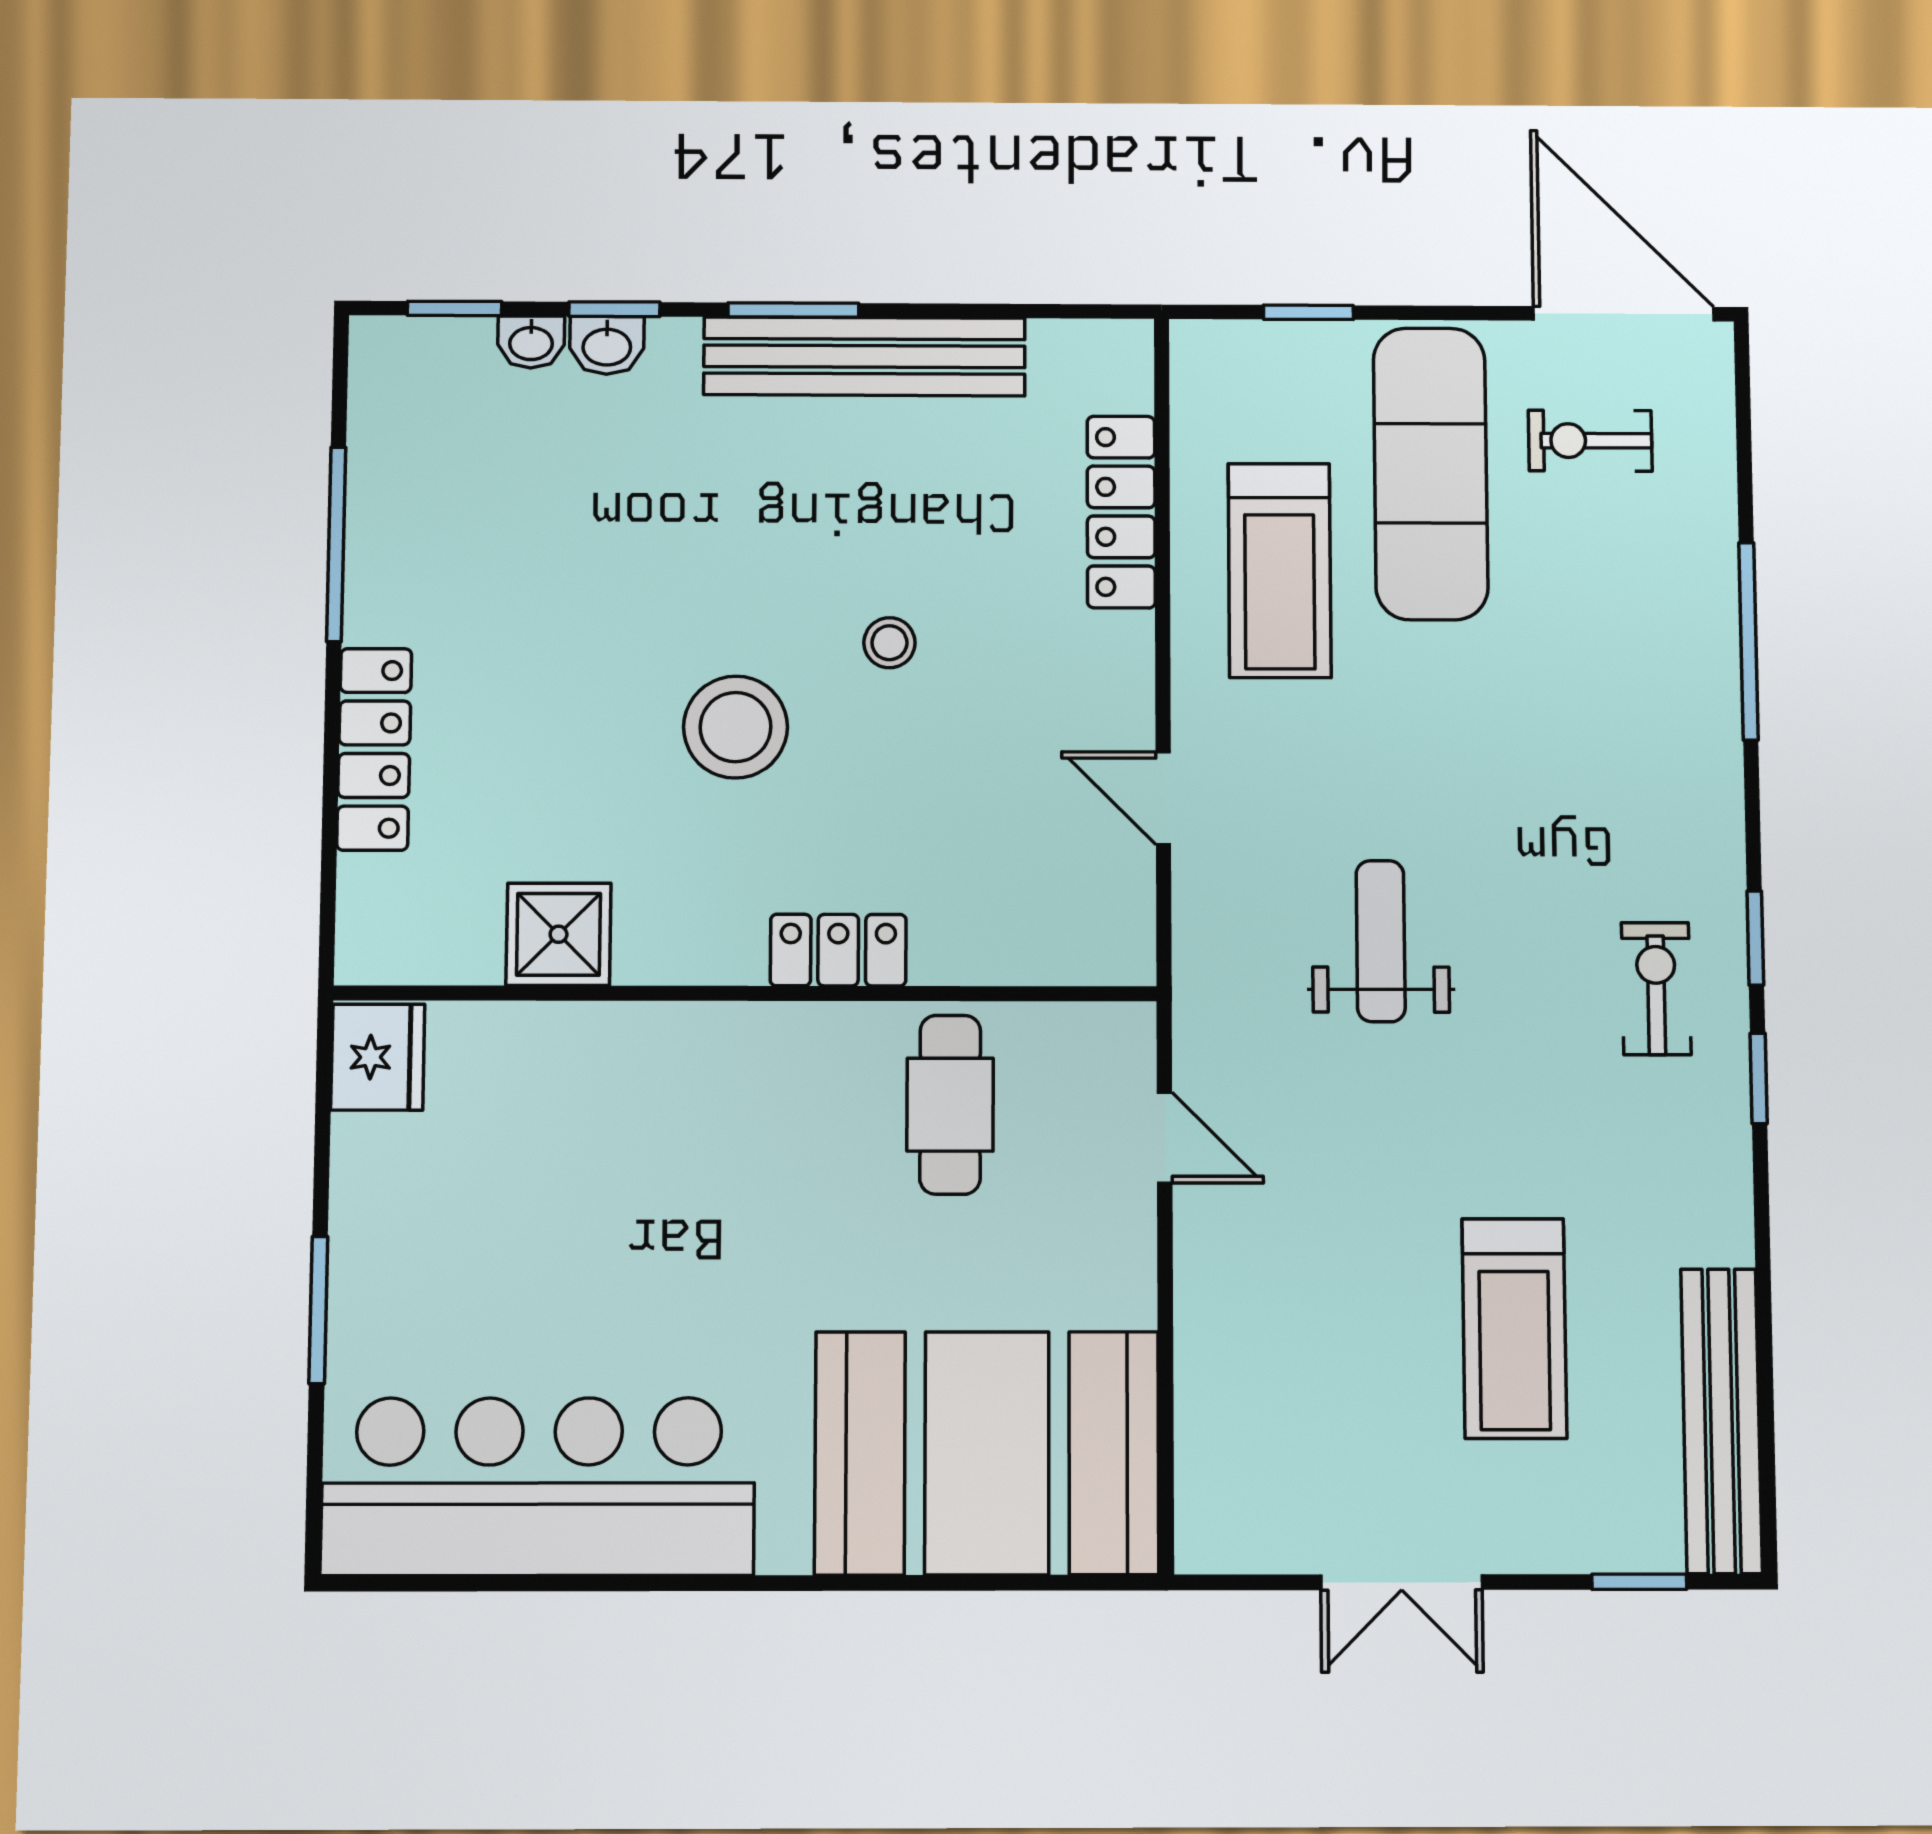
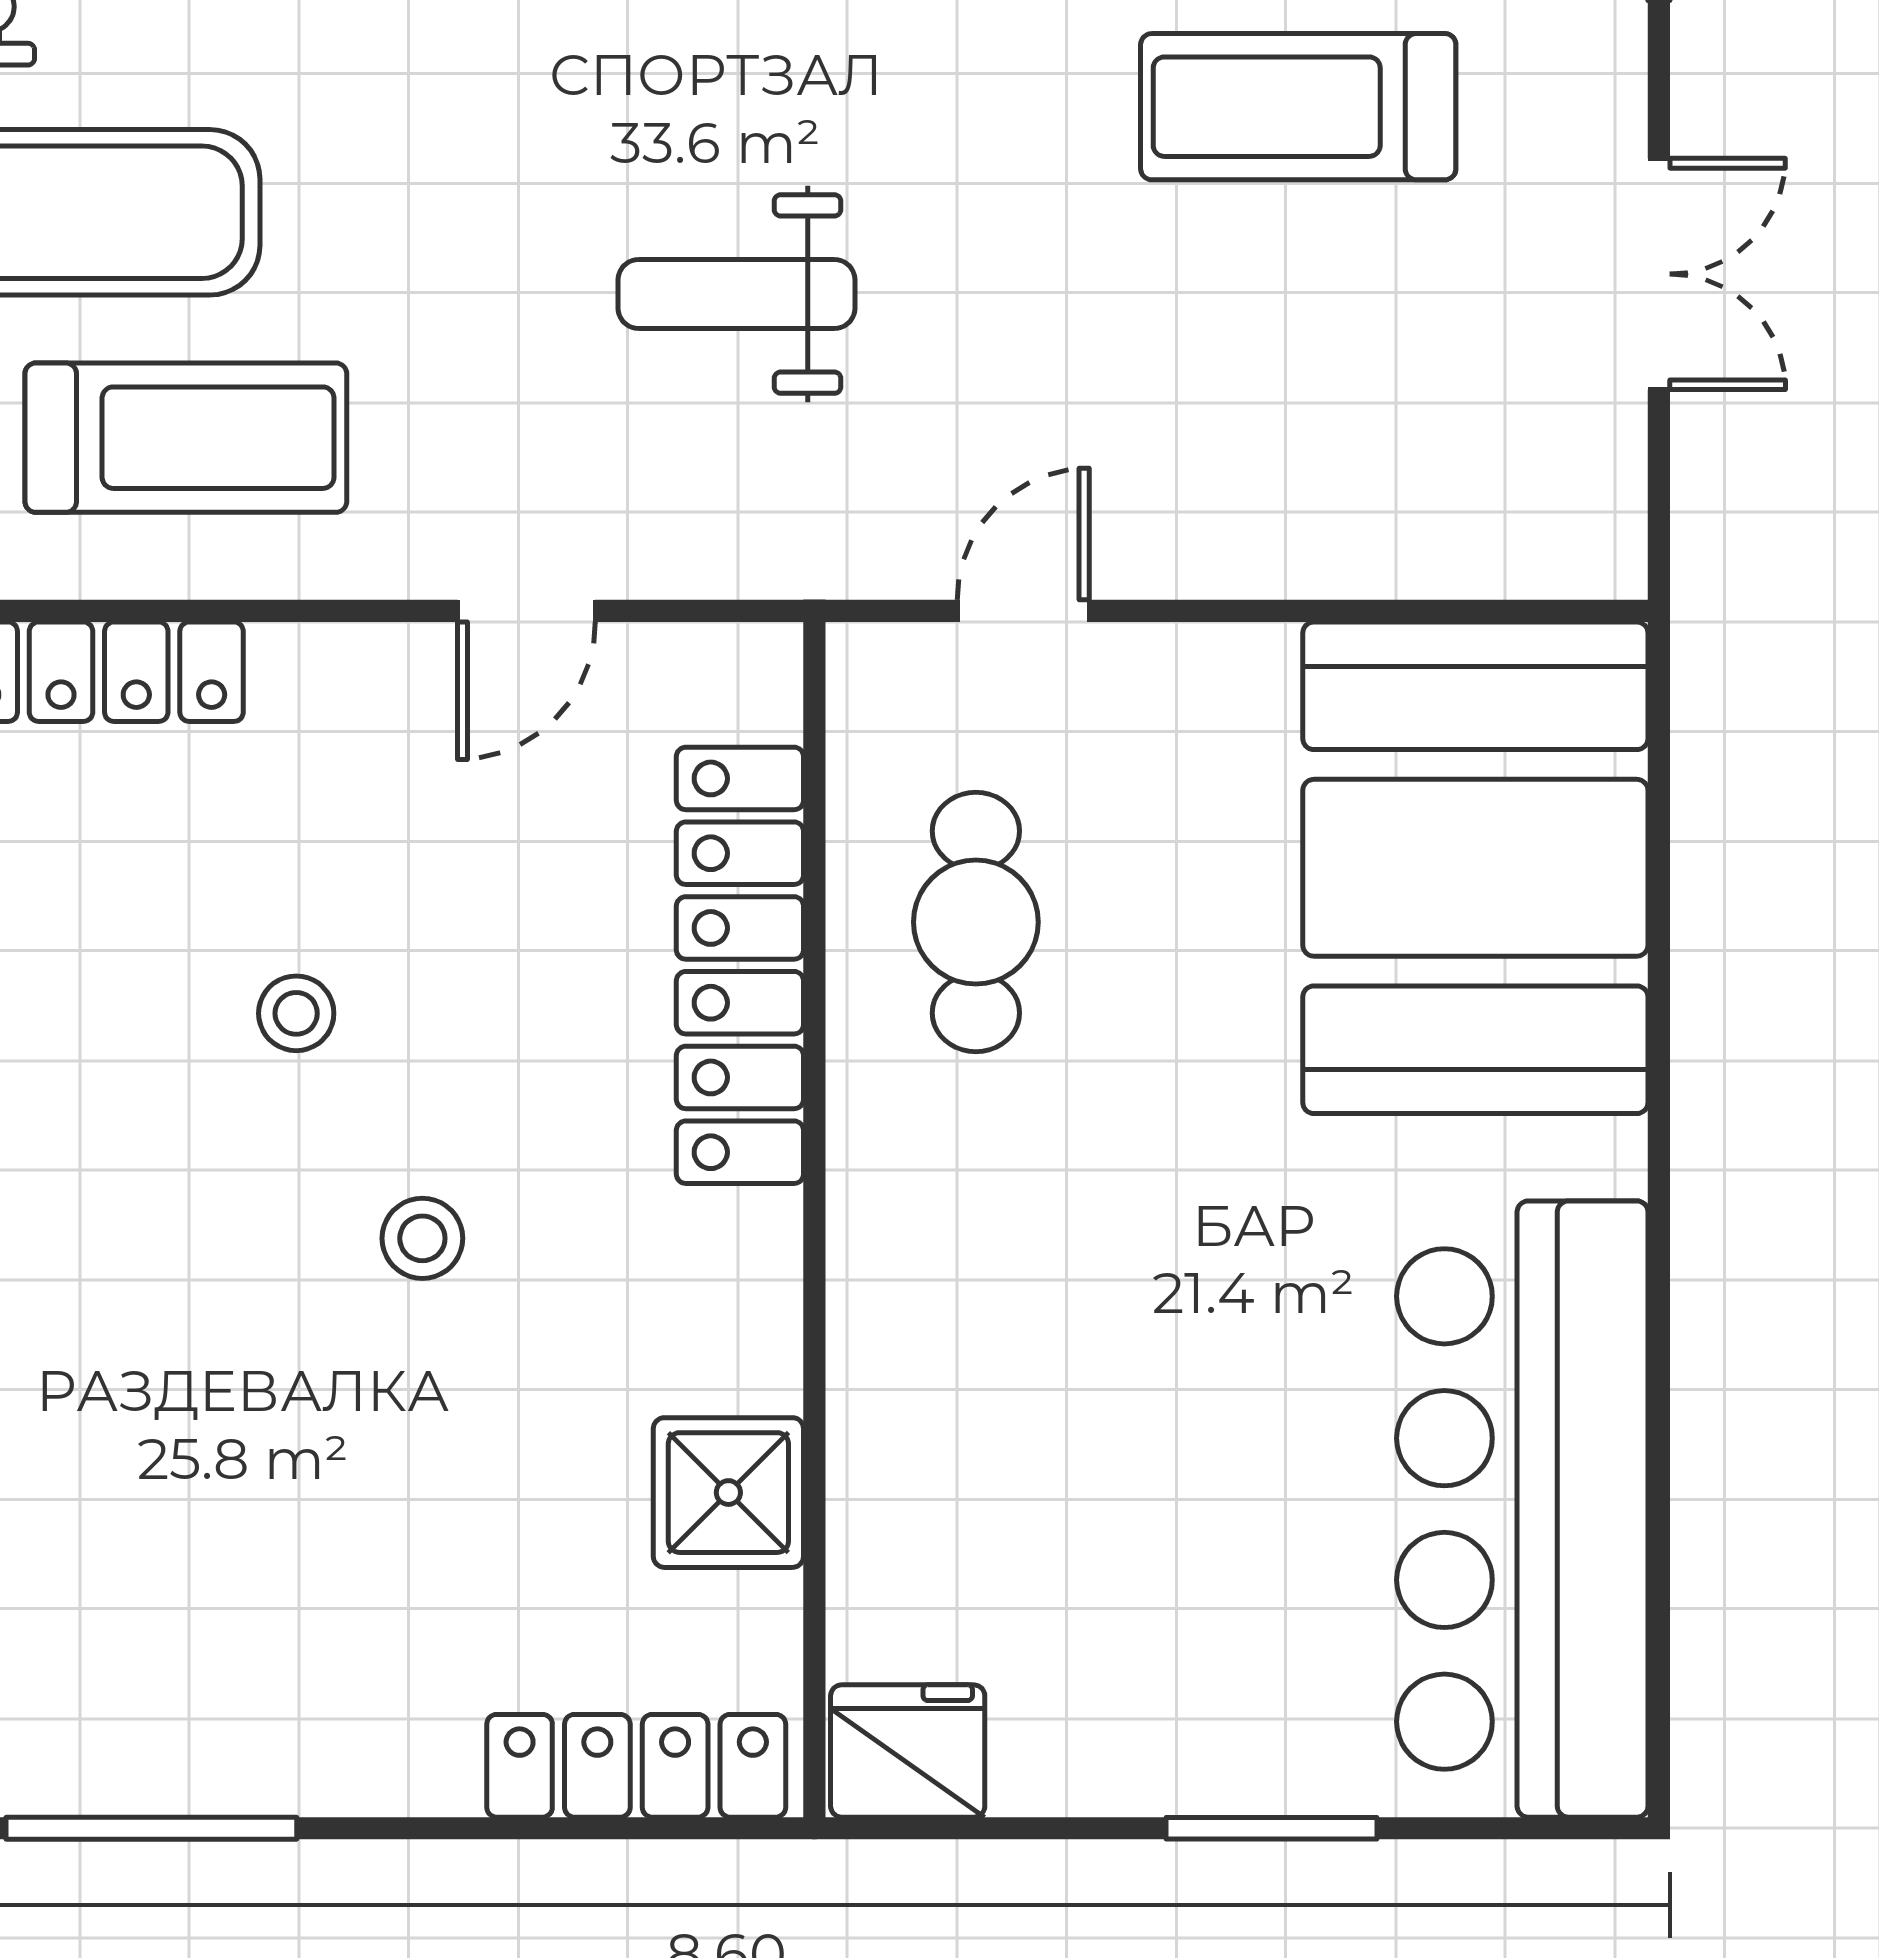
stool: (736, 727) -> (422, 1238), width x0.53, depth x0.53
locker: (374, 749) -> (636, 1766), moved
locker: (838, 950) -> (740, 965), width x2.16, depth x1.21
cafe table: (950, 1105) -> (976, 922), turned 90
treadmill: (1514, 1328) -> (1298, 107), turned 180

